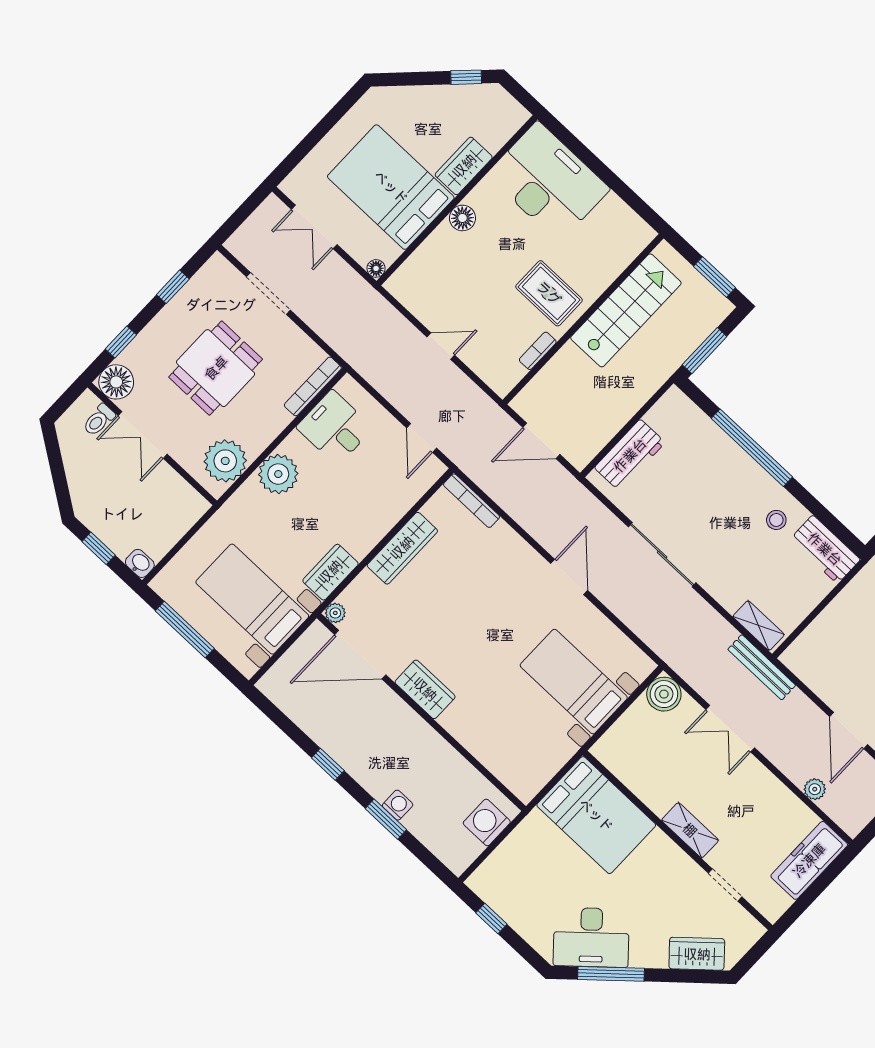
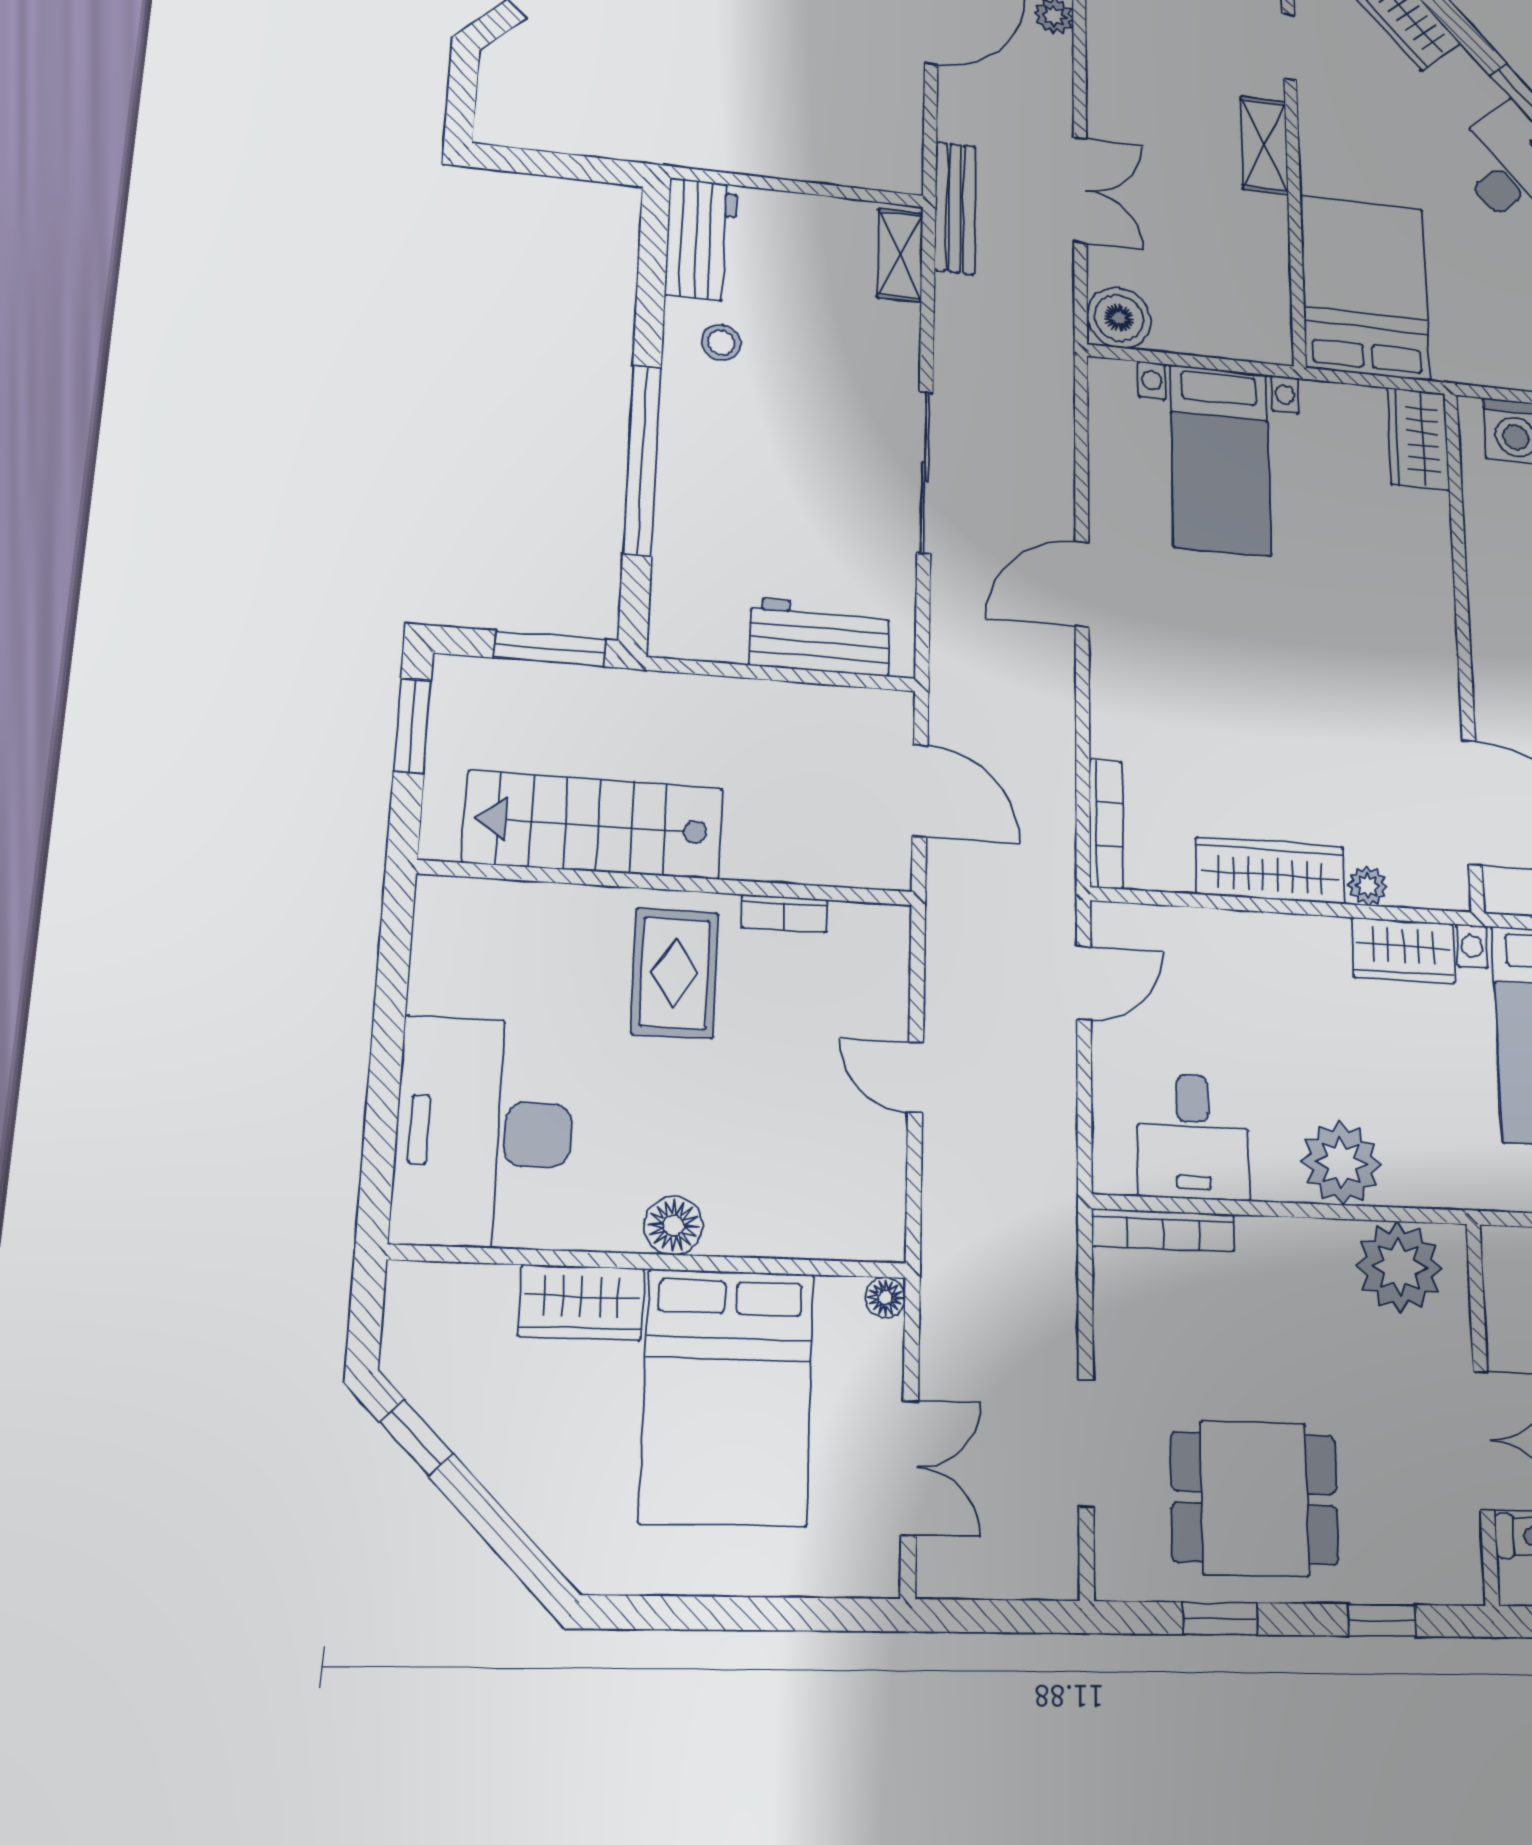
dining table: (216, 368) -> (1255, 1498), moved
floor lamp: (116, 382) -> (1448, 1565), removed
plant: (335, 613) -> (1367, 886), moved
wardrobe: (425, 689) -> (1418, 439), moved

